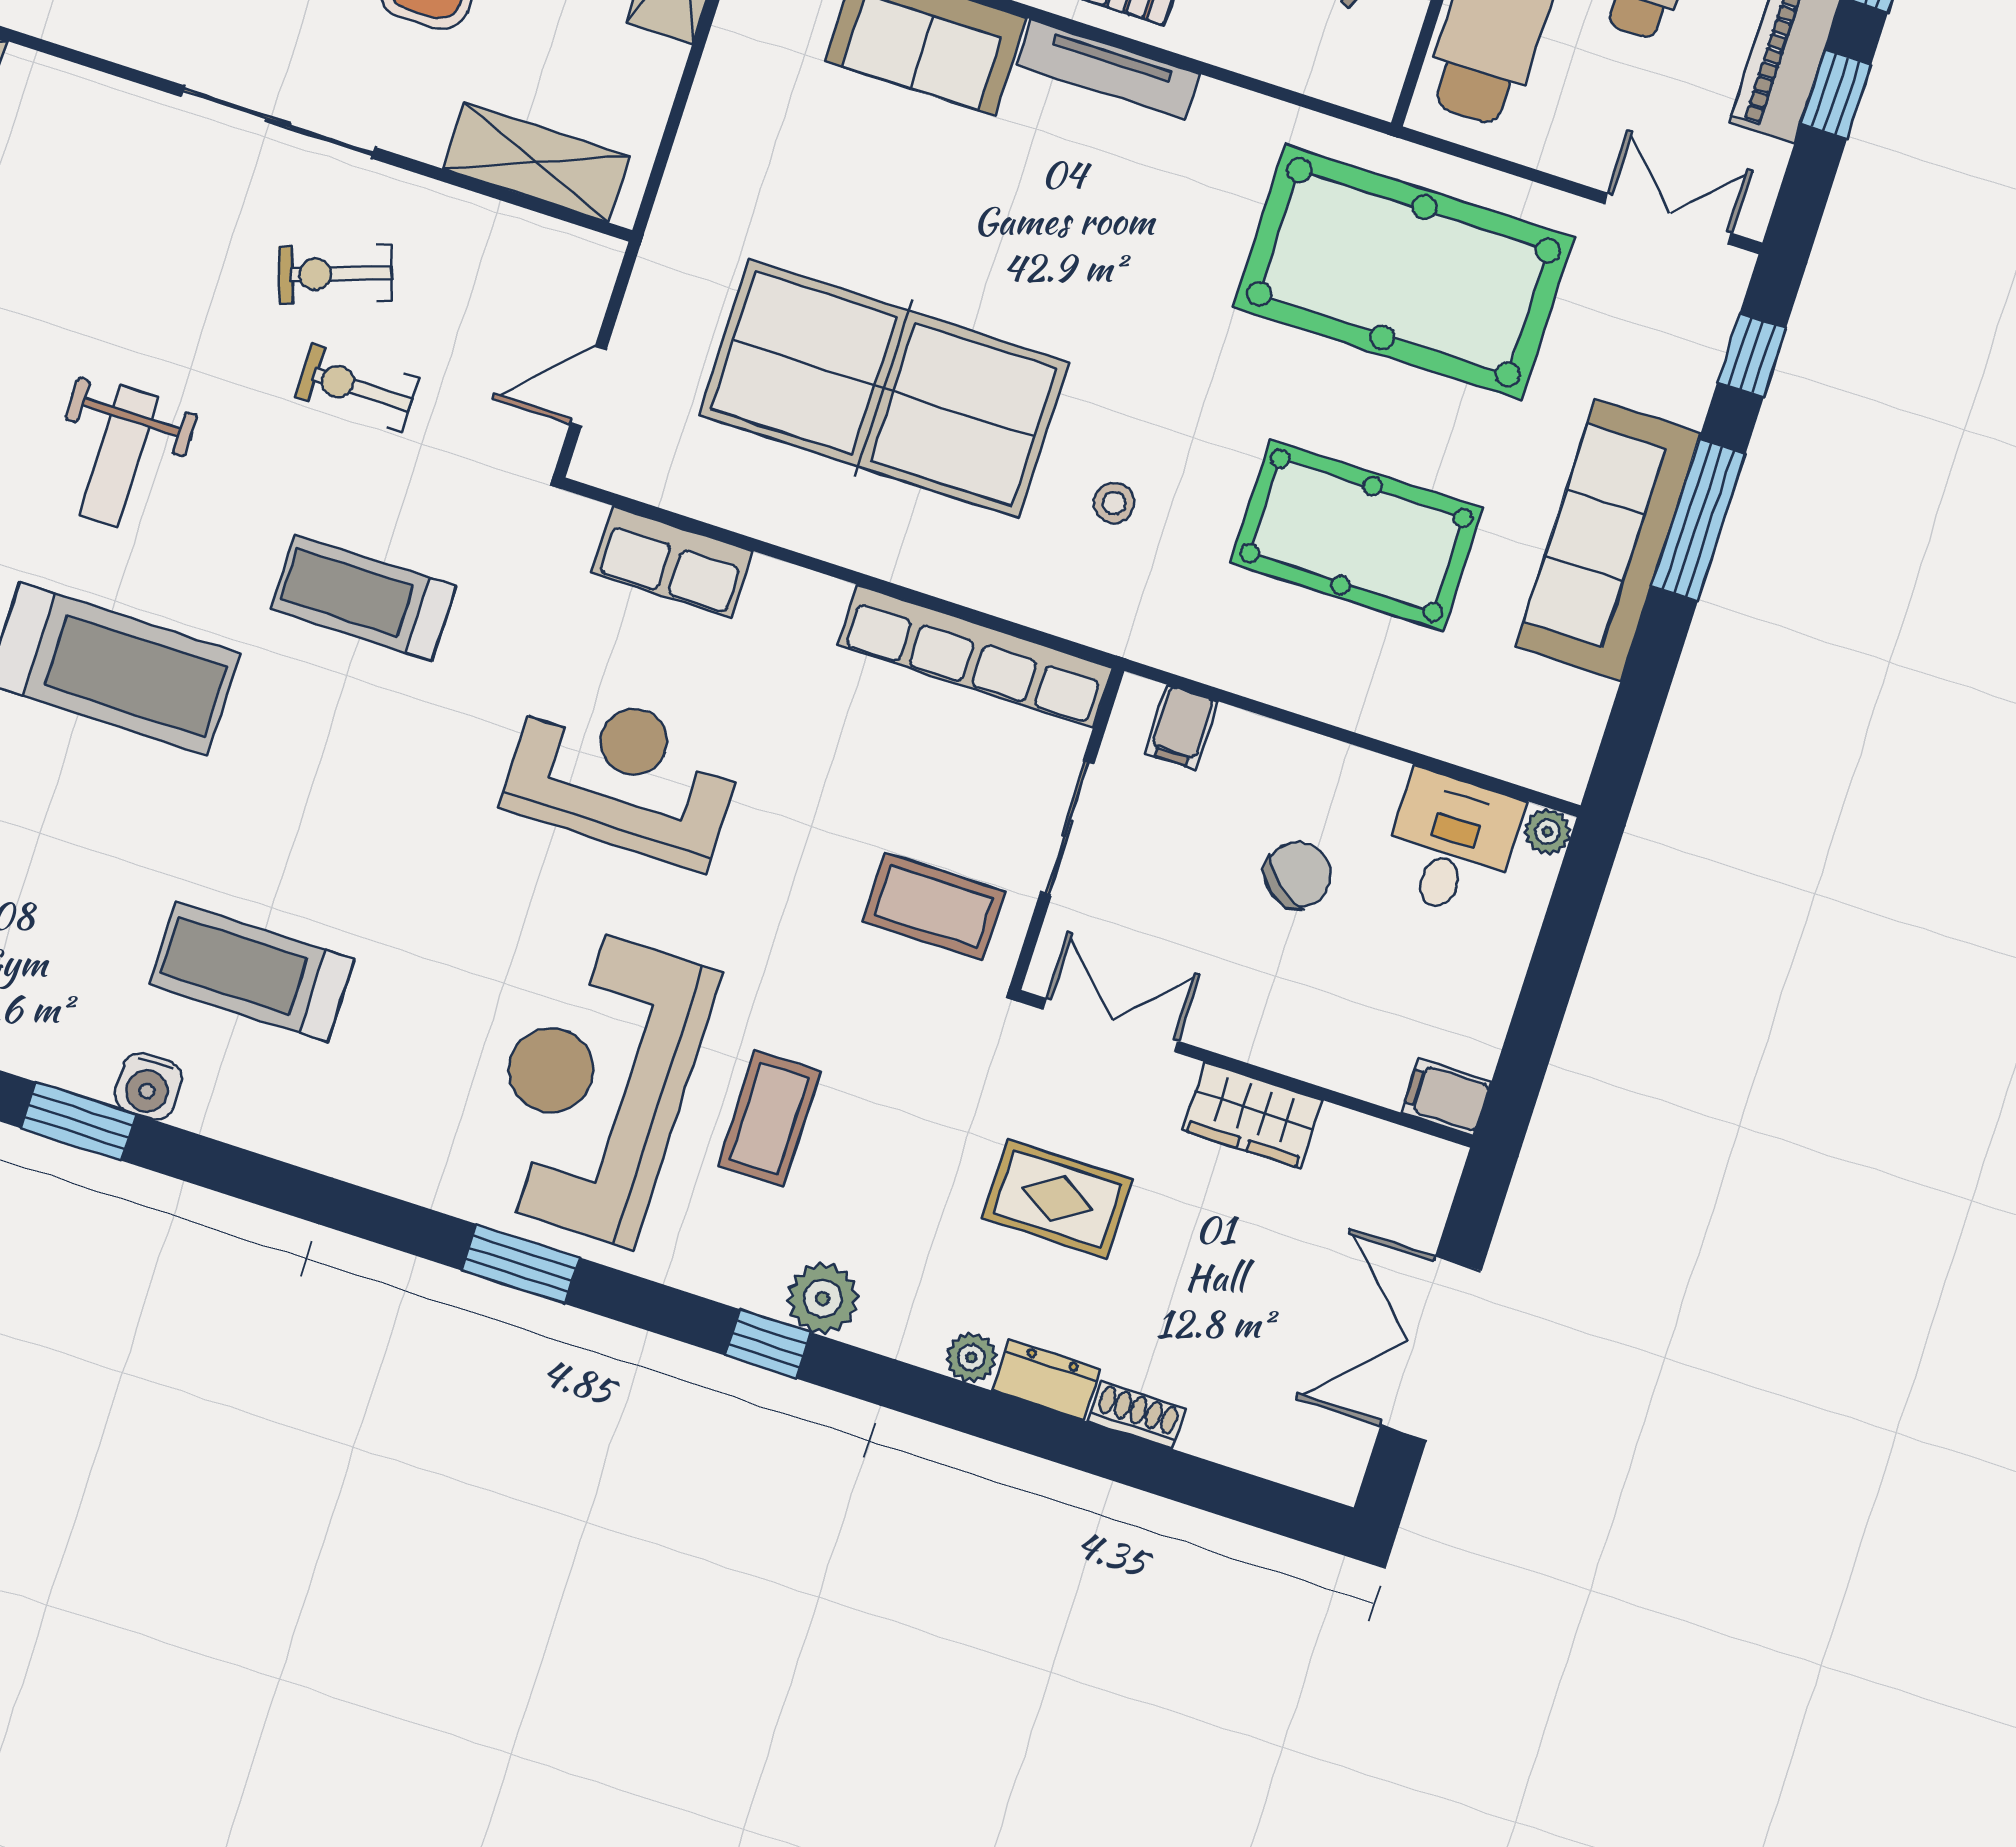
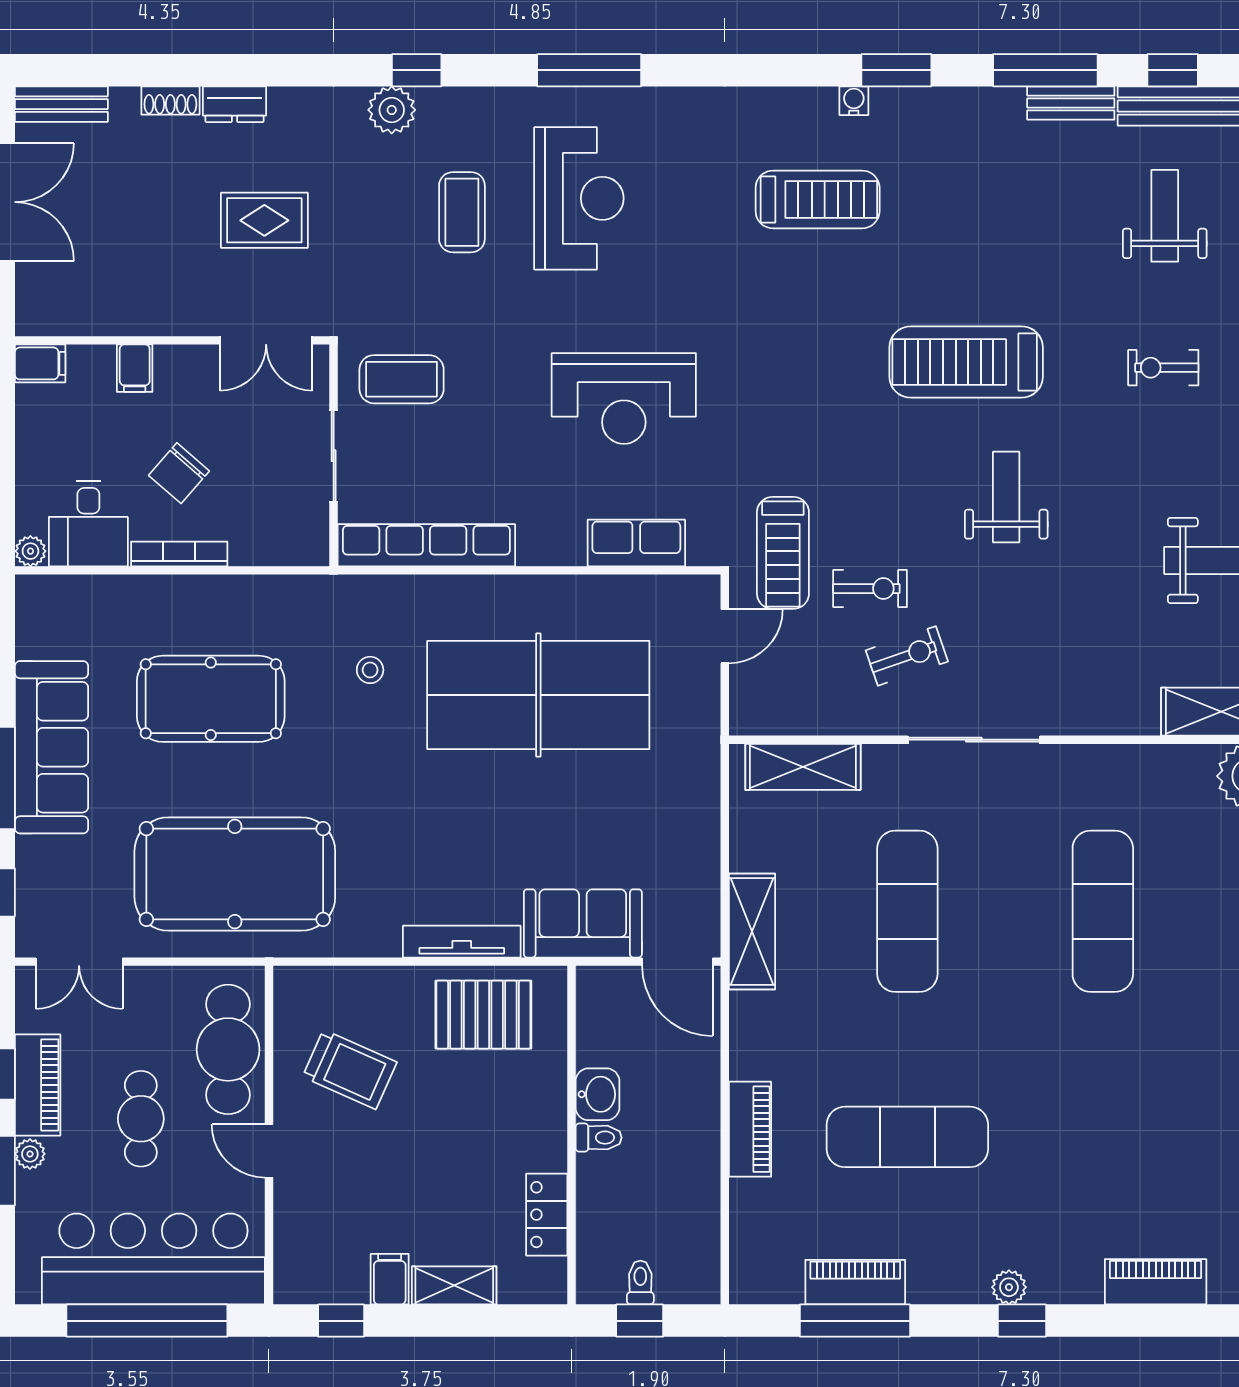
treadmill: (363, 598) -> (783, 553), moved, turned 90
filing cabinet: (1181, 727) -> (135, 368), moved, turned 180
bookcase: (1335, 758) -> (179, 554), added
reception desk: (594, 1084) -> (579, 198), width x0.74, depth x0.77
water cooler: (148, 1086) -> (854, 101), width x0.72, depth x0.72
wardrobe: (1252, 1115) -> (159, 313), removed
window: (520, 1264) -> (589, 70), width x1.44
plant: (971, 1357) -> (286, 103), removed
bench: (1295, 1460) -> (61, 104), added

